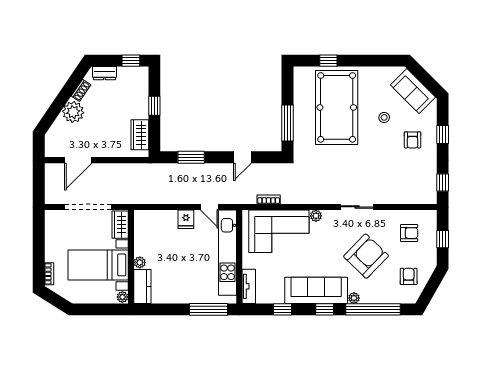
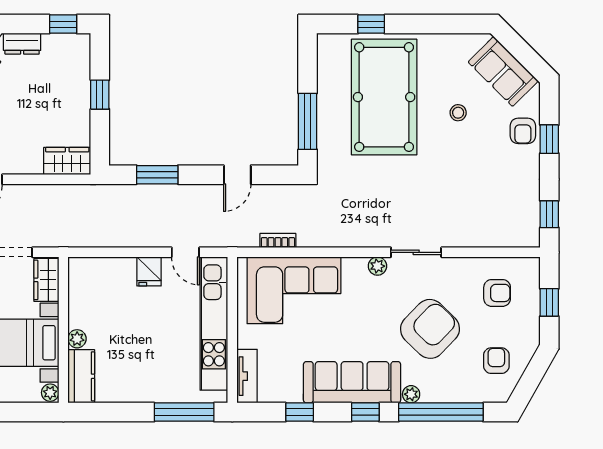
wardrobe: (140, 135) -> (67, 161), moved, turned 90
armchair: (412, 140) -> (523, 131), moved
plant: (316, 216) -> (377, 266), moved

